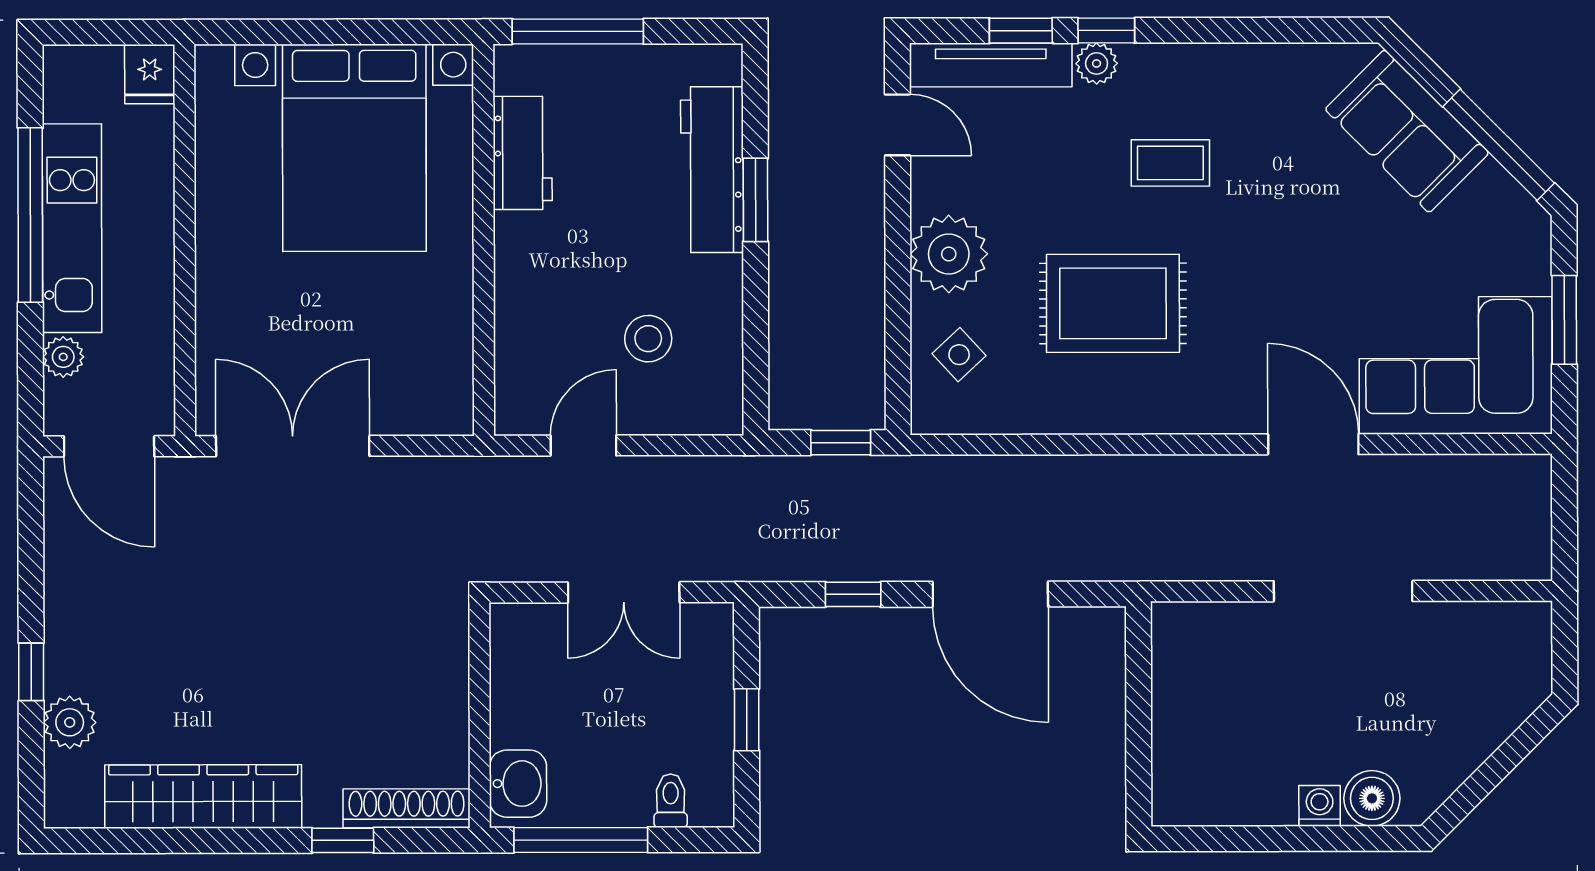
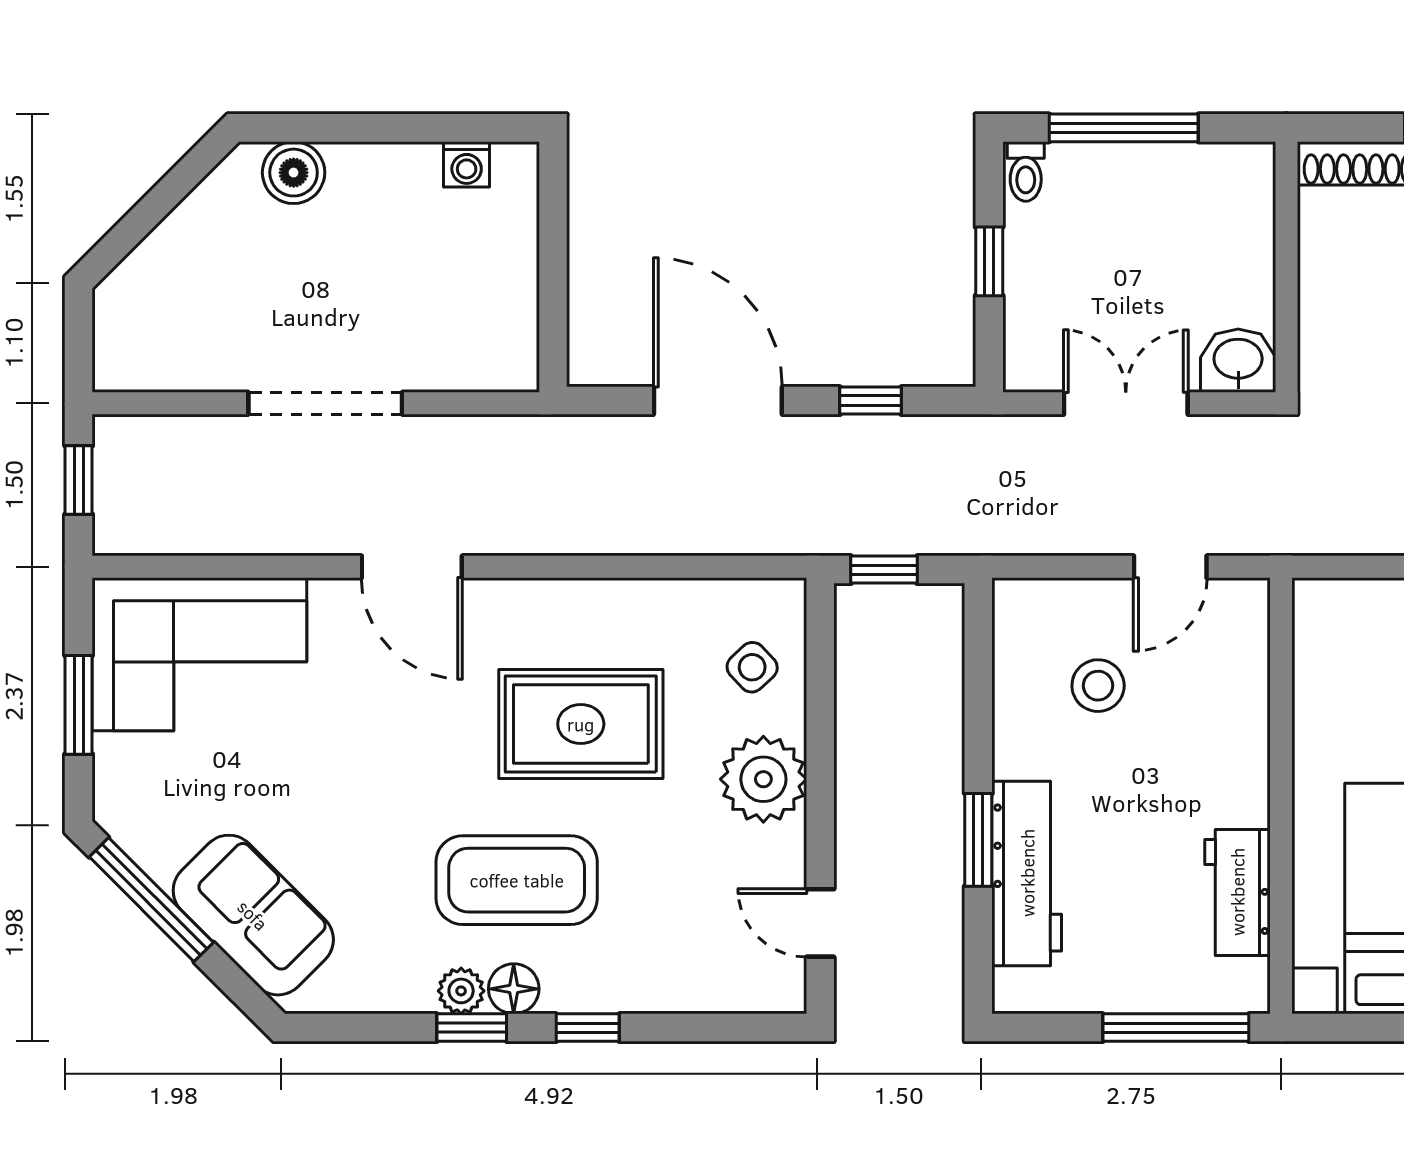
window: (1021, 31) -> (472, 1028), moved
plant: (1097, 63) -> (461, 991), moved
tv unit: (991, 65) -> (716, 990), removed
floor lamp: (1173, 65) -> (514, 989), added
coffee table: (1170, 163) -> (517, 880), width x1.86, depth x1.72
door: (1313, 444) -> (412, 567), moved
window: (1565, 522) -> (79, 480), added
washbasin: (518, 784) -> (1238, 361), moved, turned 90
toilet: (671, 801) -> (1026, 171), moved
washing machine: (1320, 806) -> (467, 164), moved
window: (581, 840) -> (1124, 128), moved

